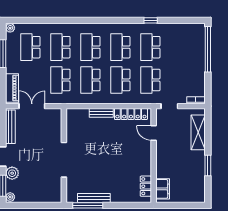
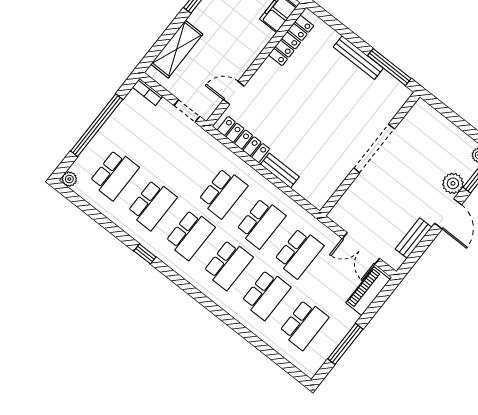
window: (151, 20) -> (145, 254), moved
plant: (10, 28) -> (69, 179), moved
window: (208, 49) -> (97, 125), moved
school desk: (150, 80) -> (114, 175), moved
bench: (10, 127) -> (413, 238), width x0.73
door: (154, 133) -> (234, 93), swing flipped
locker: (146, 186) -> (291, 40), width x1.53
bench: (94, 198) -> (358, 58), moved

